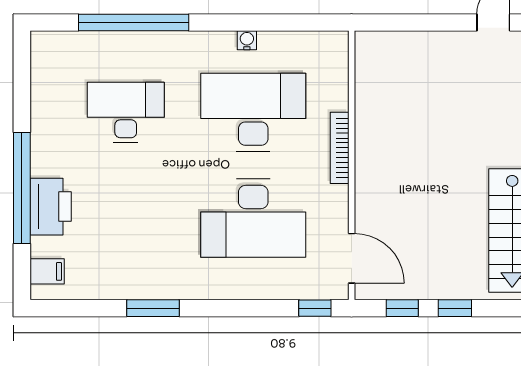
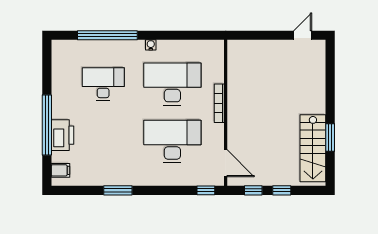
water cooler: (247, 40) -> (151, 45), moved
desk: (253, 218) -> (172, 141), turned 180

